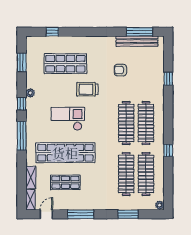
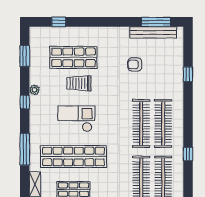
trolley: (87, 89) -> (79, 83), moved
window: (22, 136) -> (25, 149), moved

